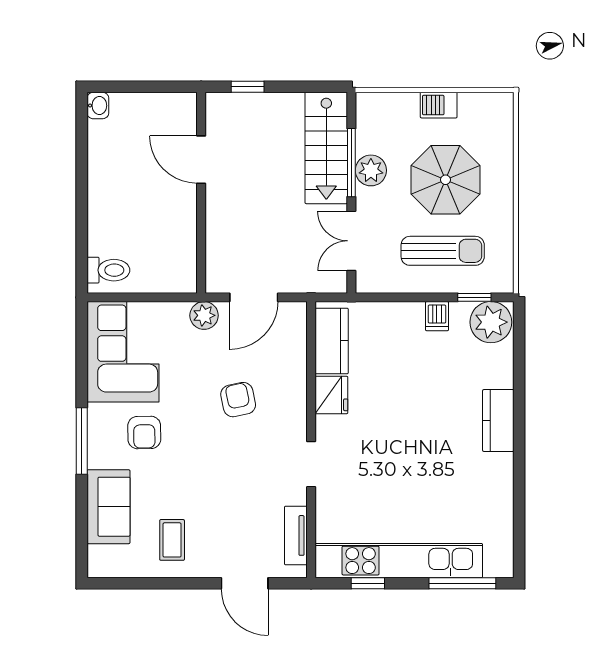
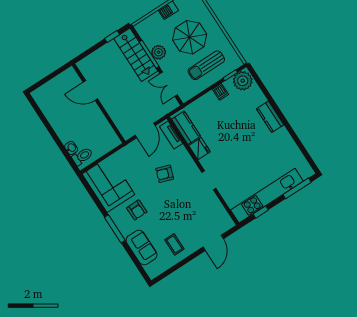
window: (248, 87) -> (112, 37), moved
washbasin: (98, 106) -> (71, 148), moved
sun lounger: (443, 251) -> (206, 65), turned 180
plant: (204, 315) -> (131, 150), removed
armchair: (238, 400) -> (165, 174), turned -59
tv unit: (296, 535) -> (171, 135), moved
door: (245, 583) -> (213, 243), hinge flipped

